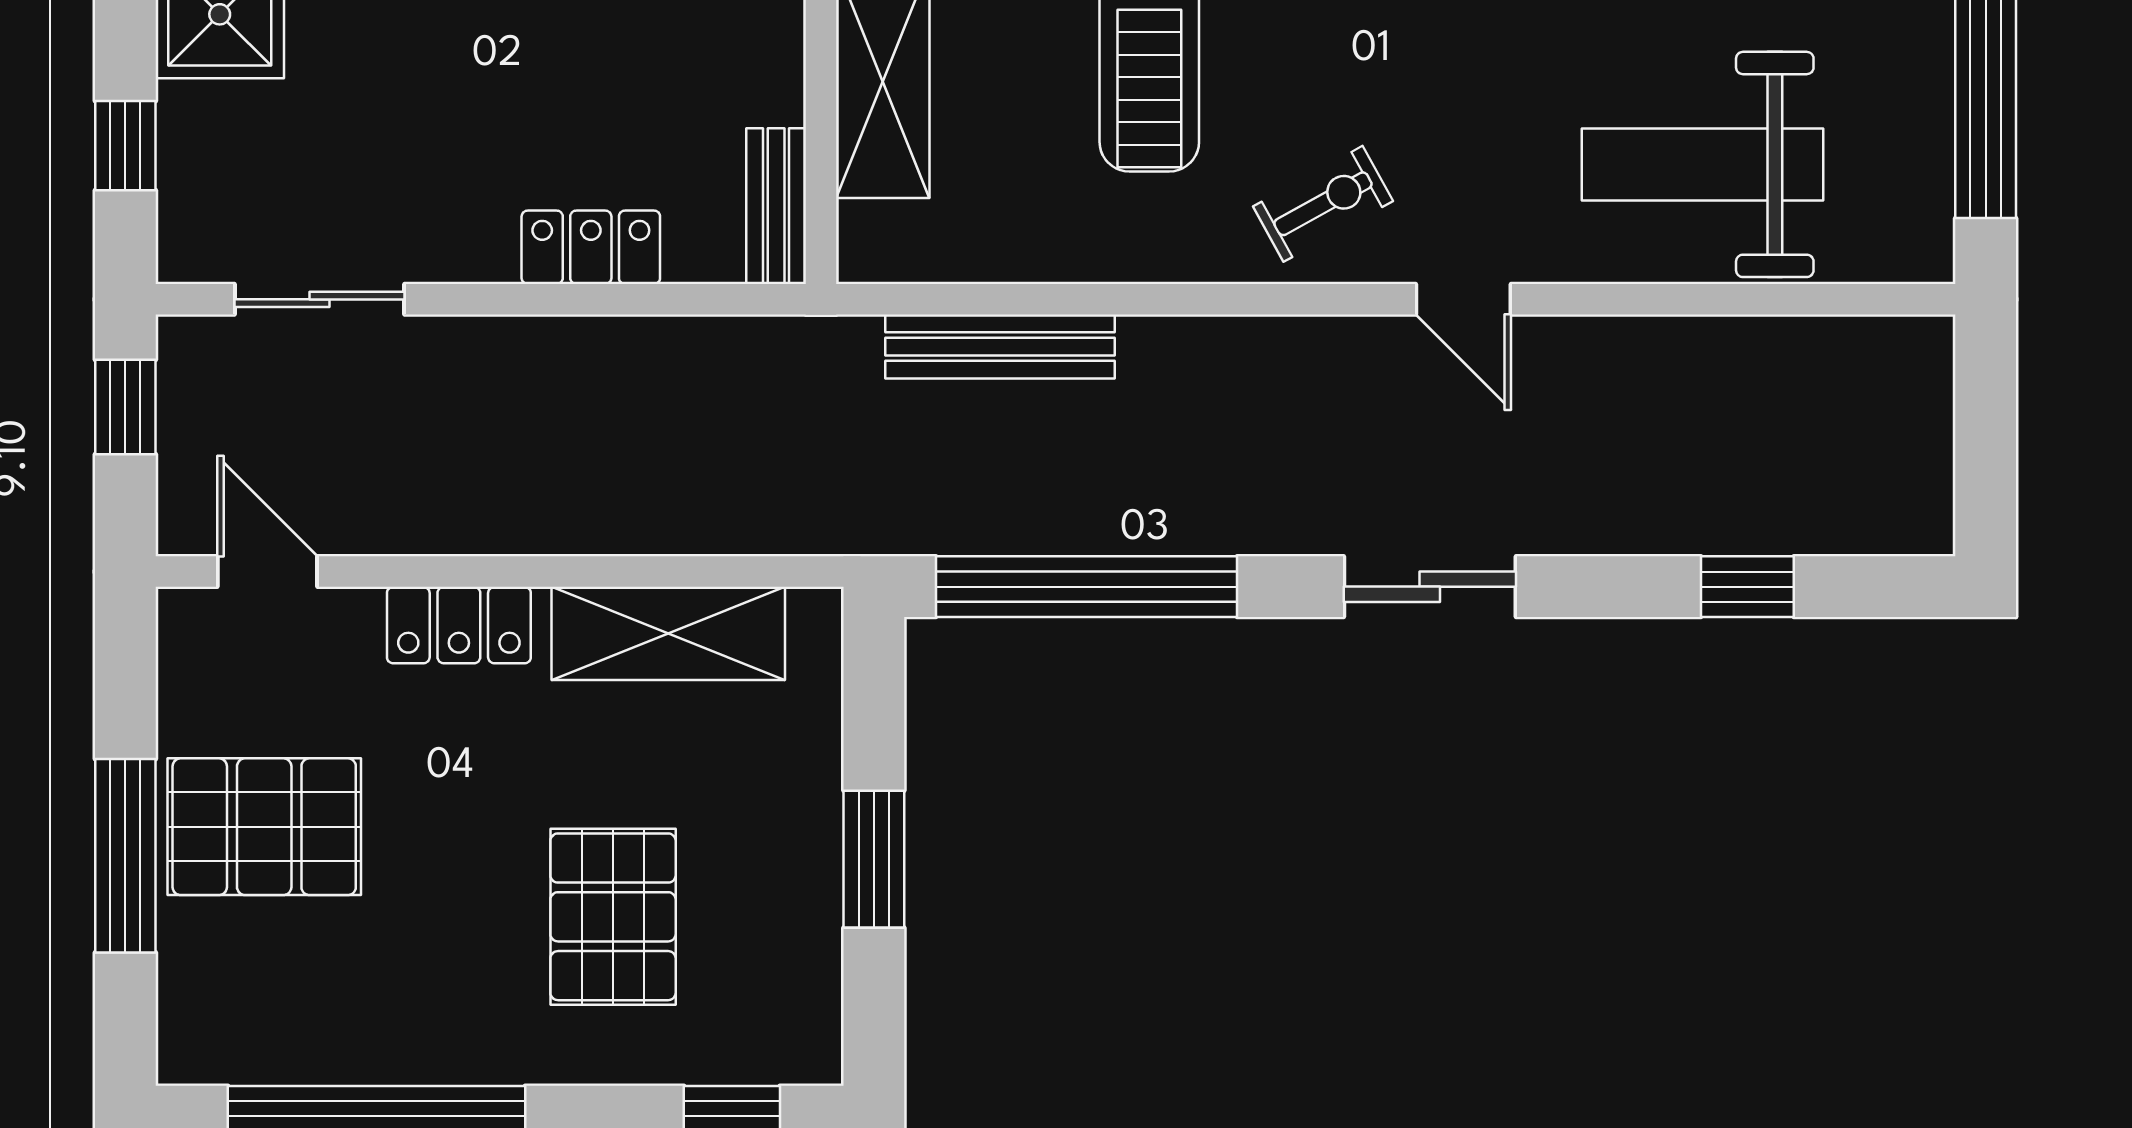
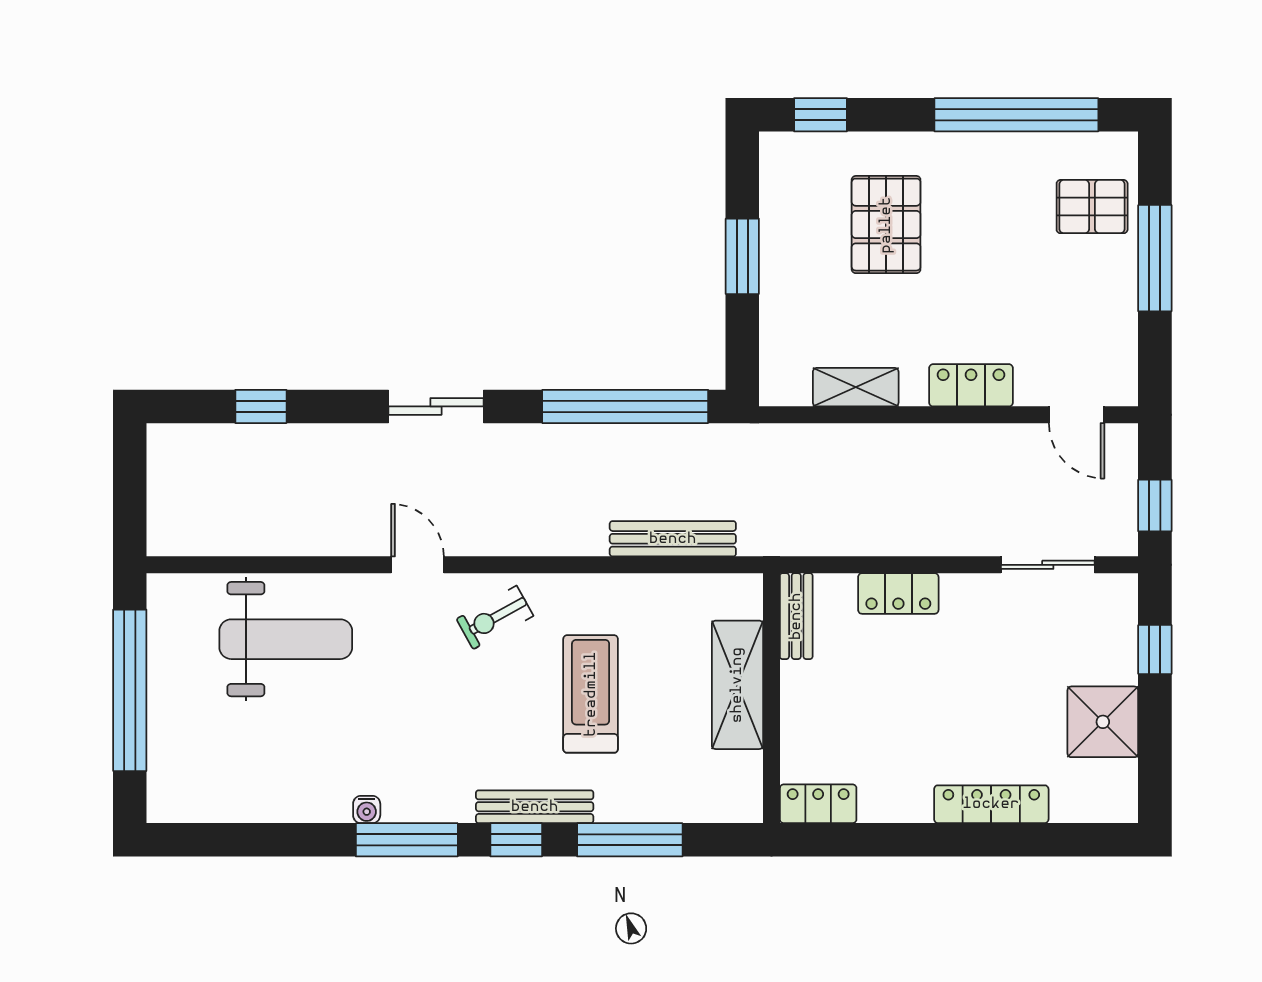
shelving: (668, 633) -> (856, 387), width x0.67, depth x0.75
pallet: (264, 827) -> (1092, 207), moved, width x0.67, depth x0.71

